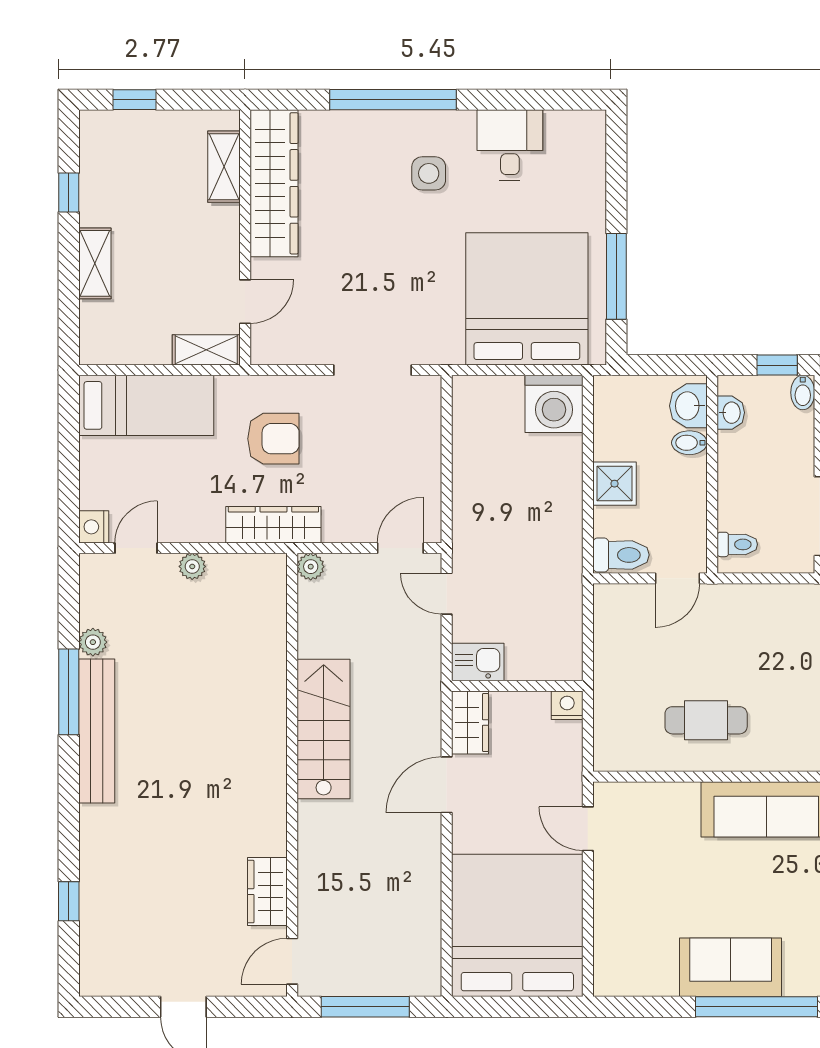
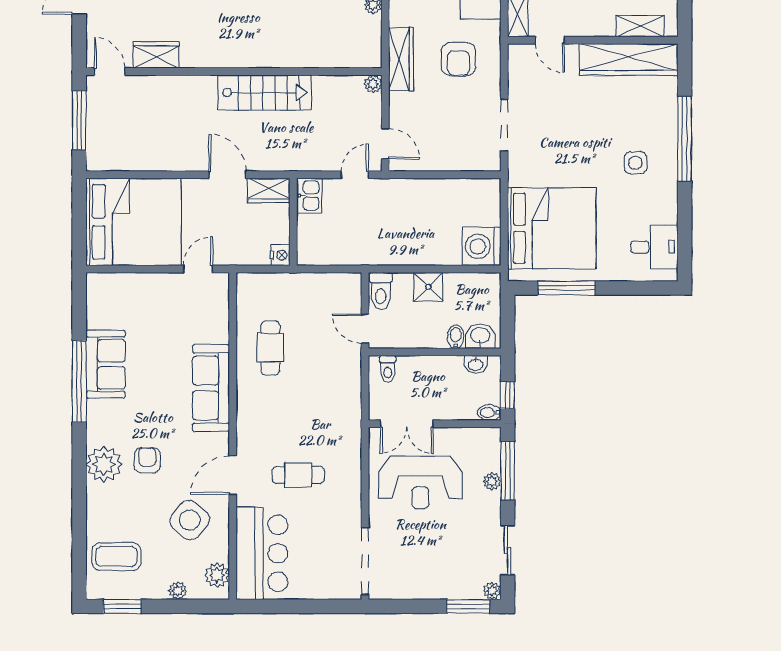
desk: (510, 145) -> (654, 247), moved

